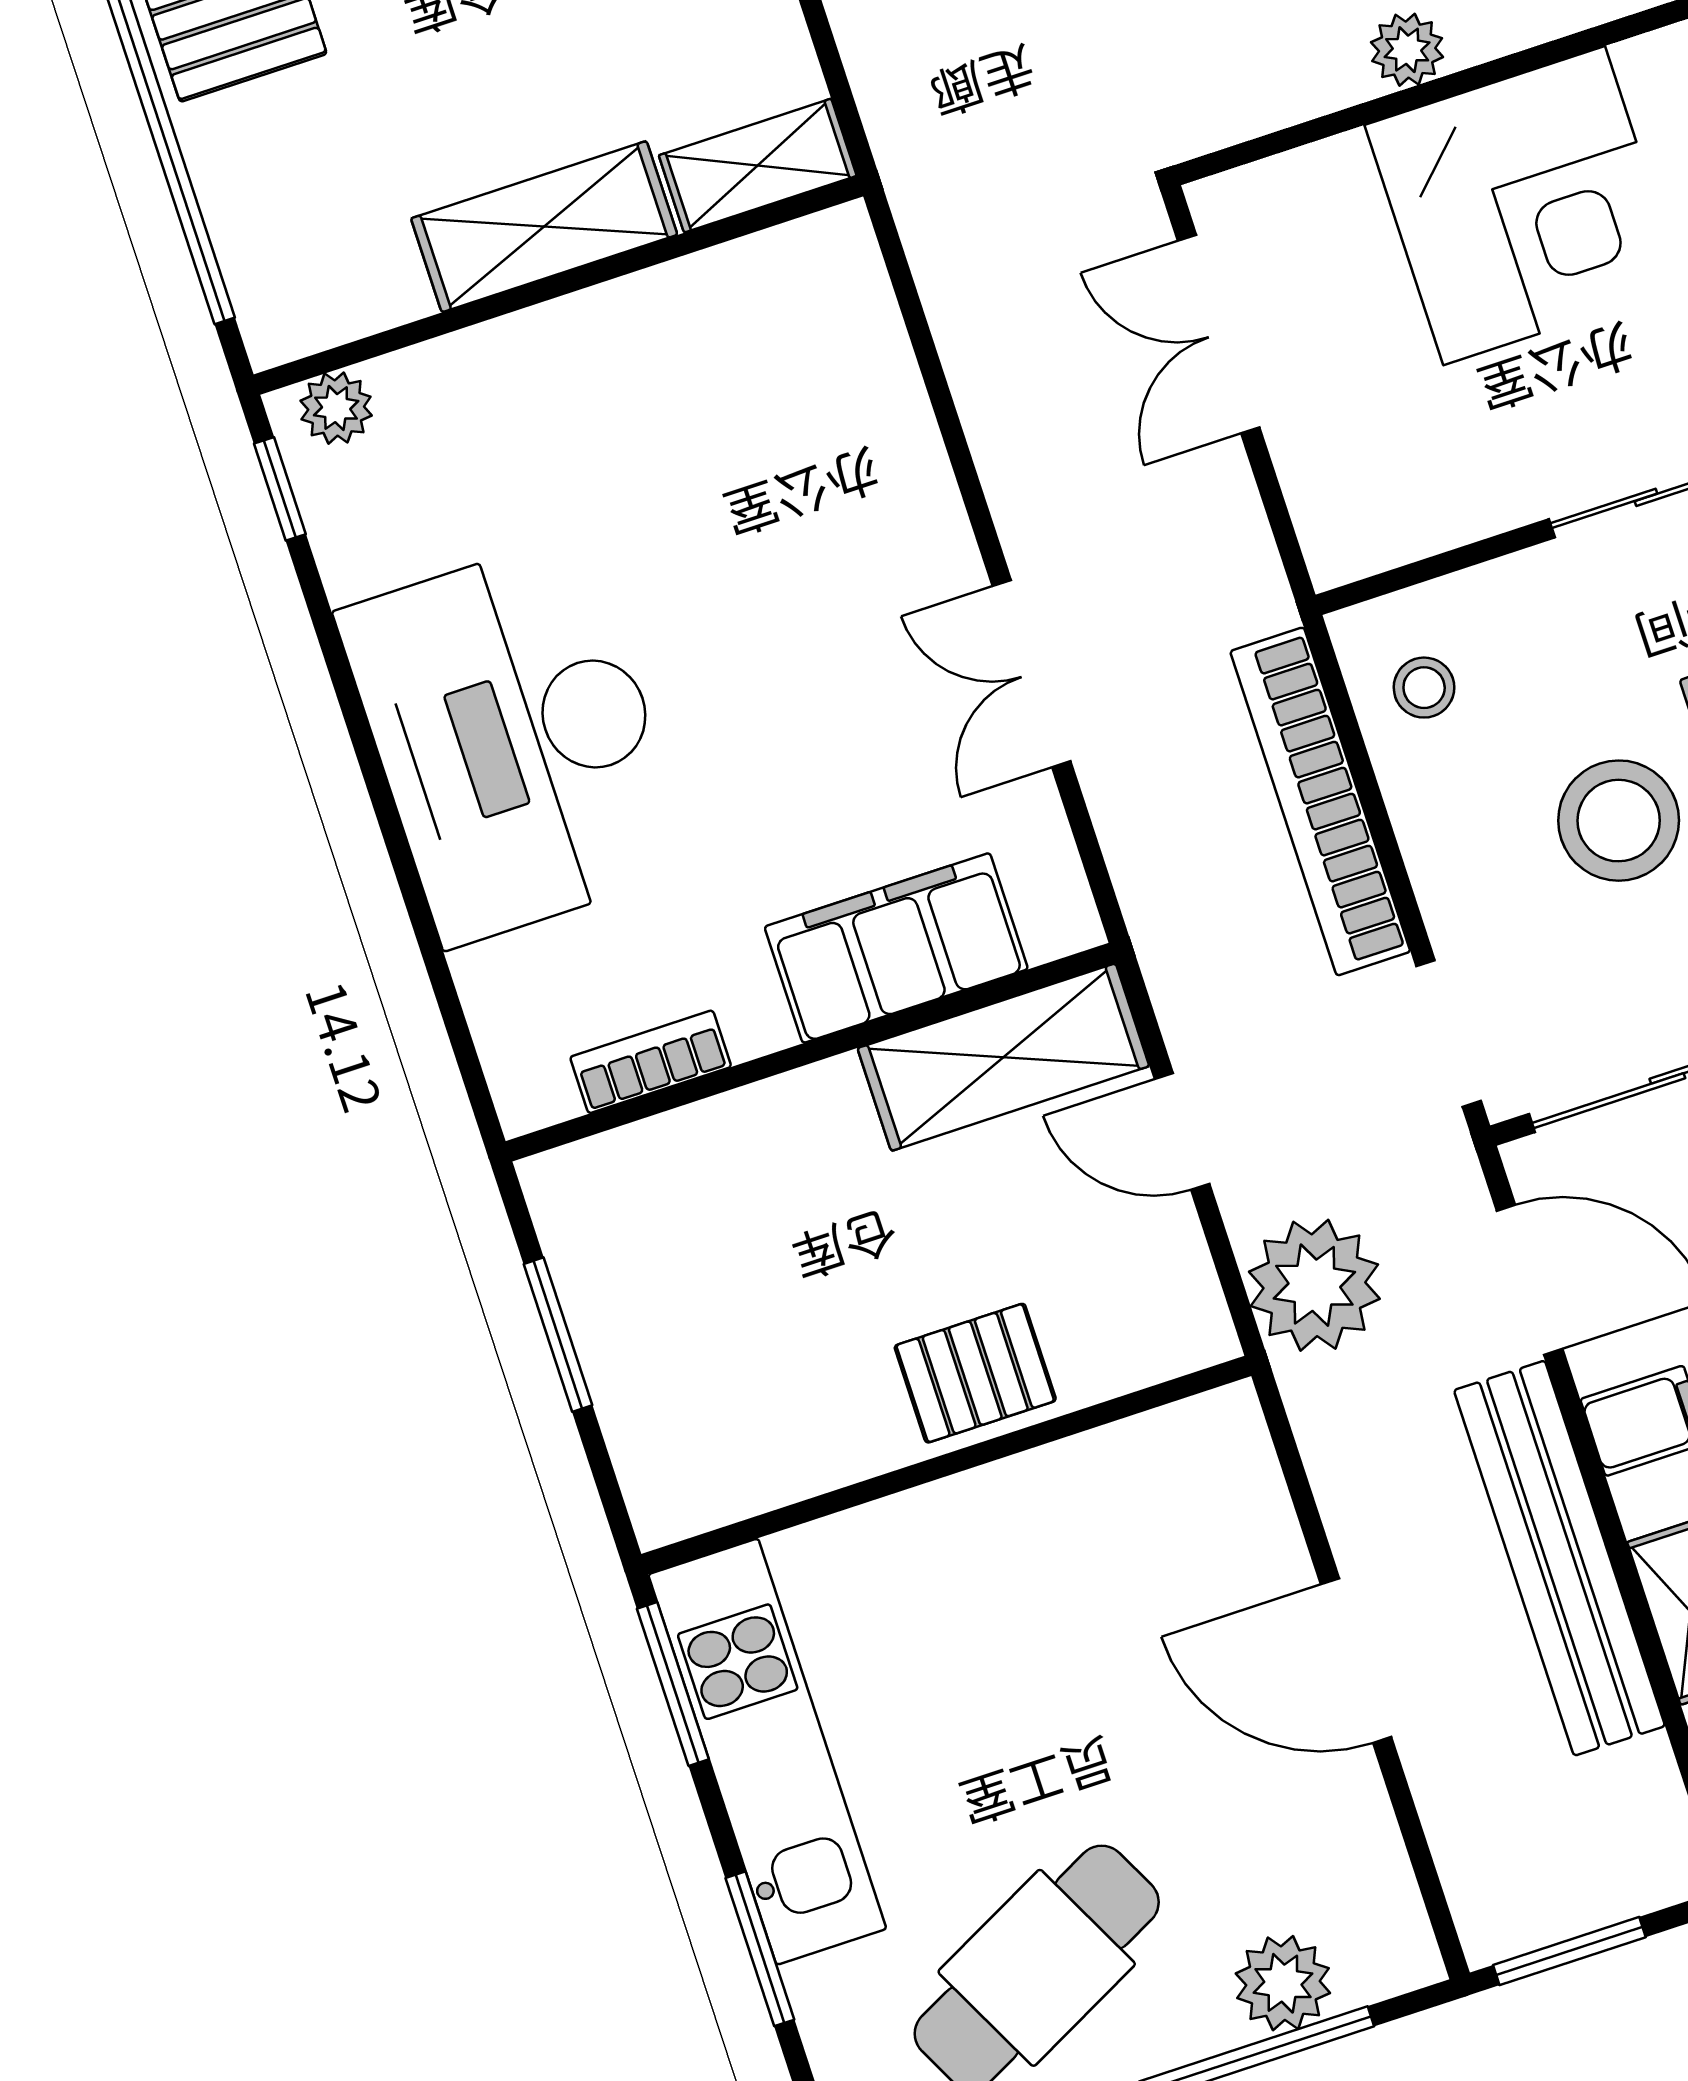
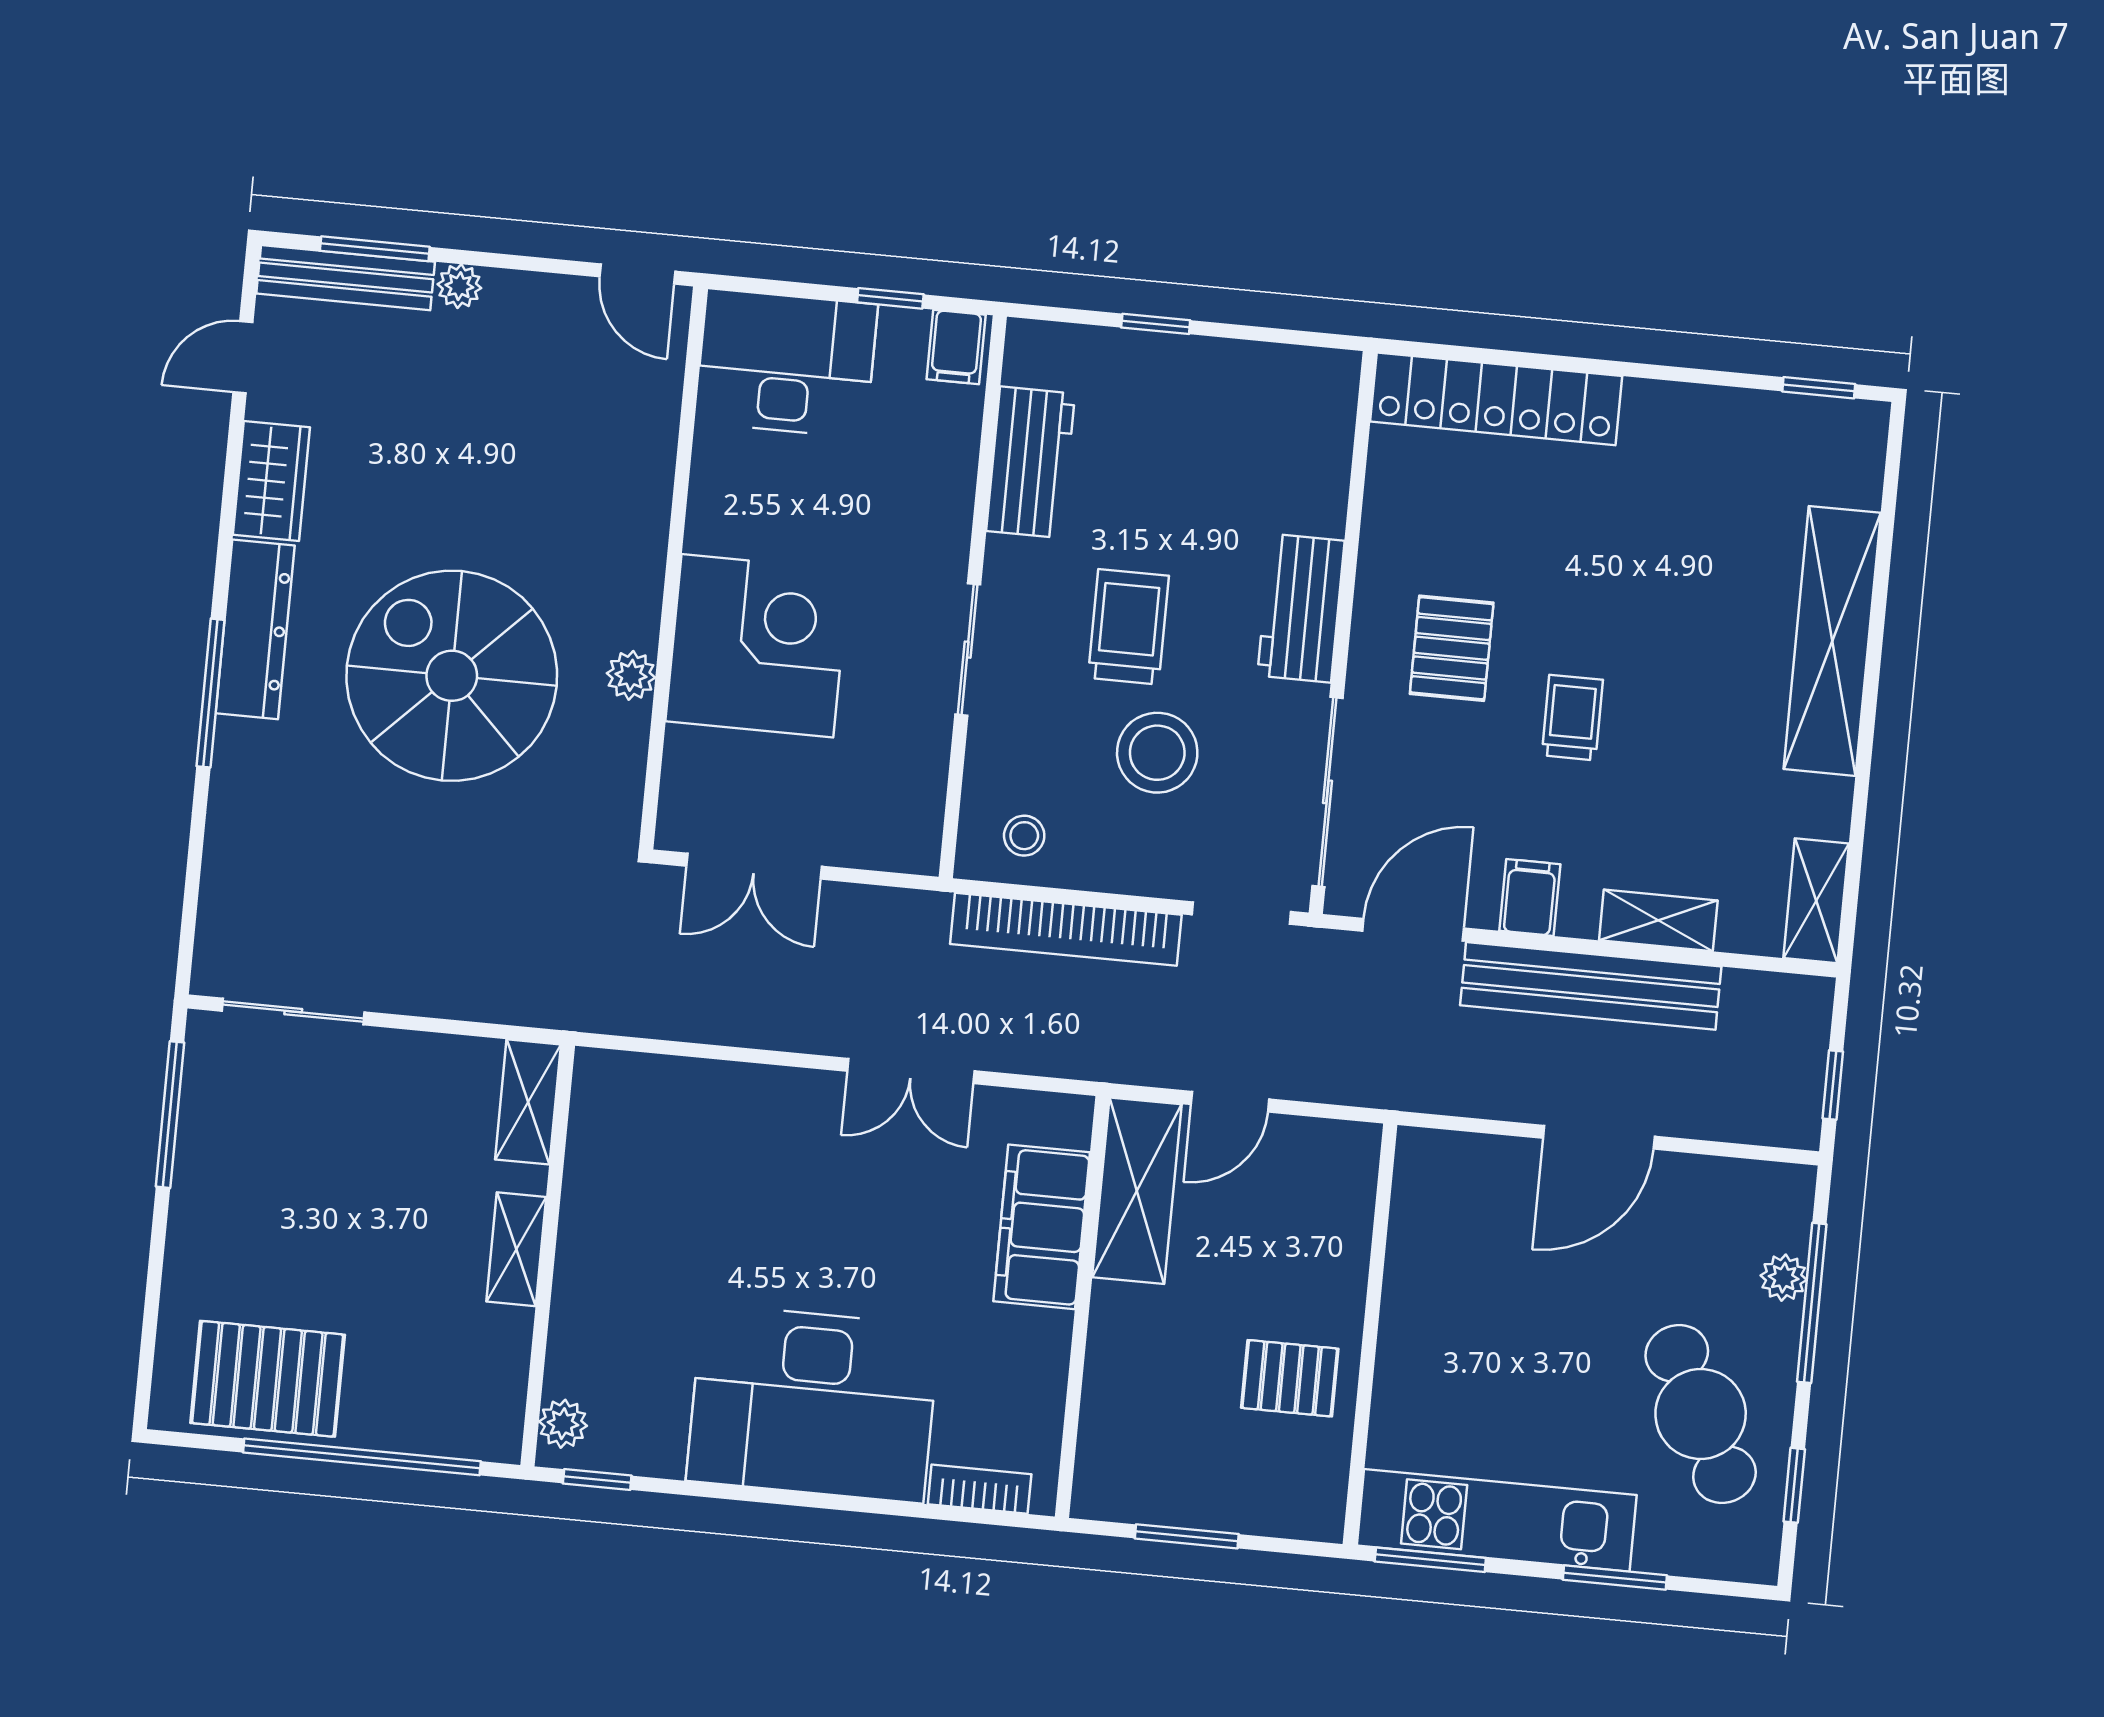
shelving: (544, 227) -> (516, 1249), width x0.67, depth x0.75
bookcase: (651, 1062) -> (980, 1489), moved, turned 90
plant: (1314, 1285) -> (1359, 1062), removed
pallet: (975, 1373) -> (1290, 1378), moved, turned 90
window: (1569, 1951) -> (1833, 1085), width x0.67
plant: (1283, 1983) -> (1784, 1278), width x0.73, depth x0.73

